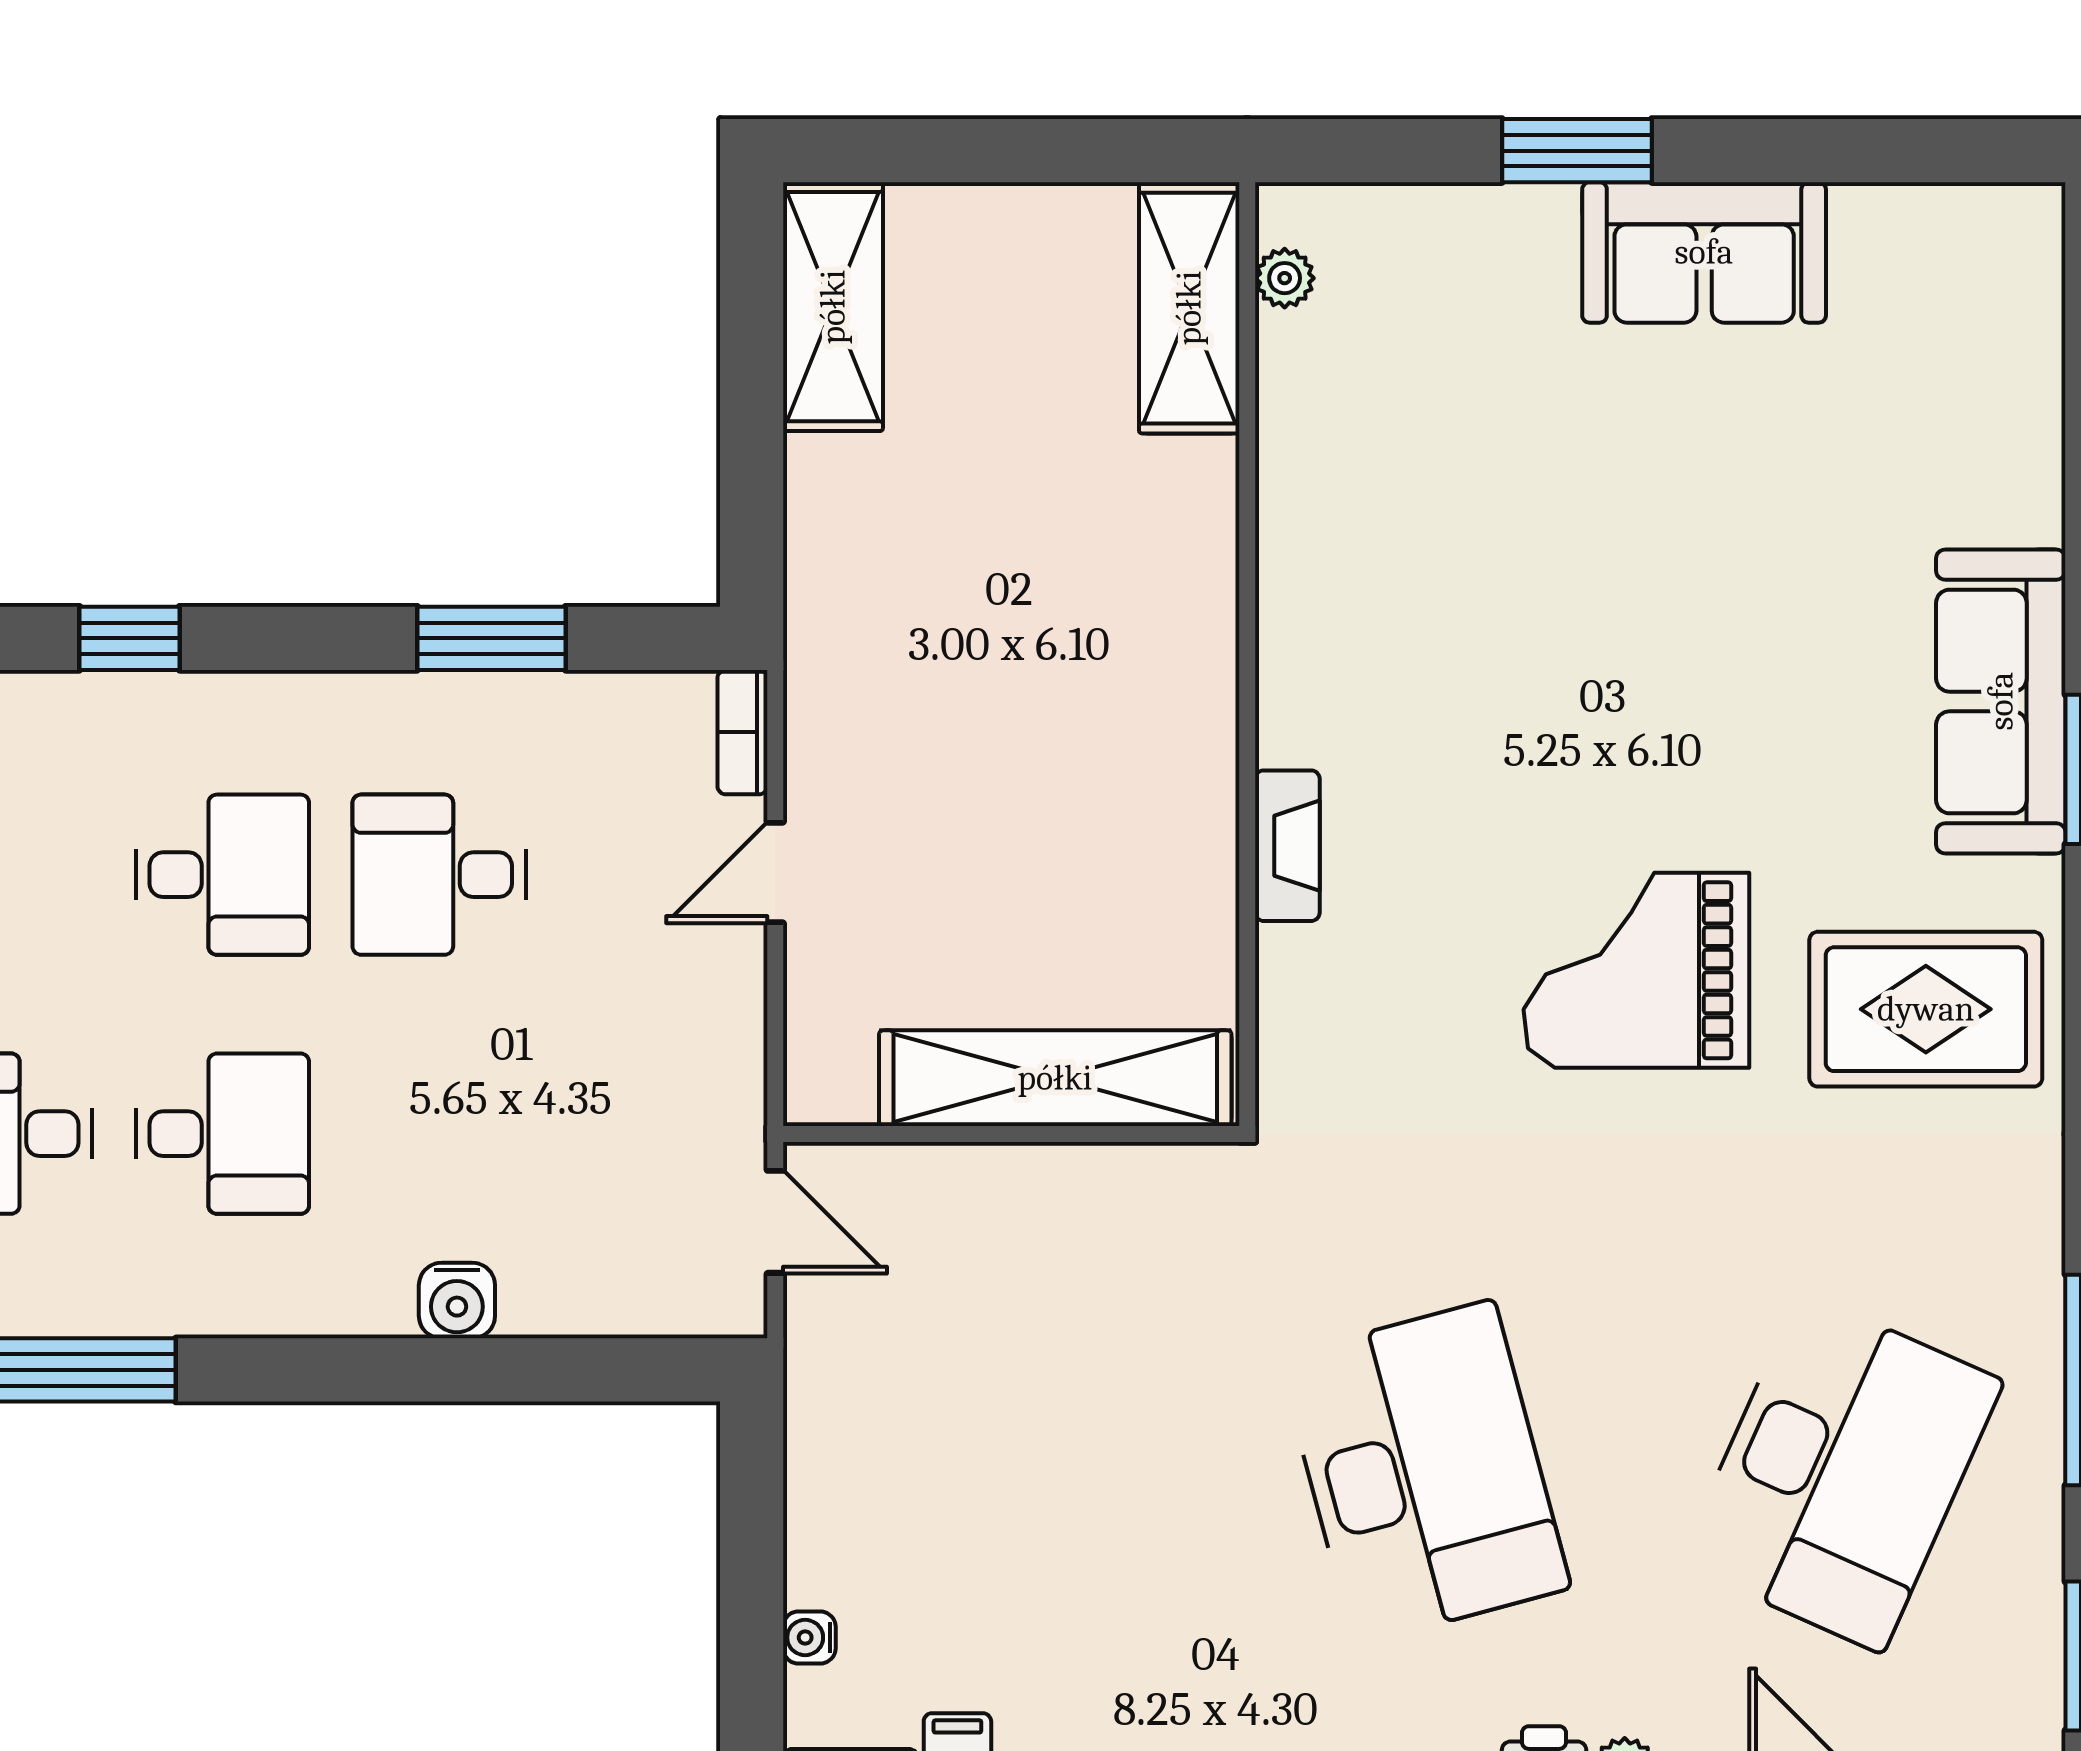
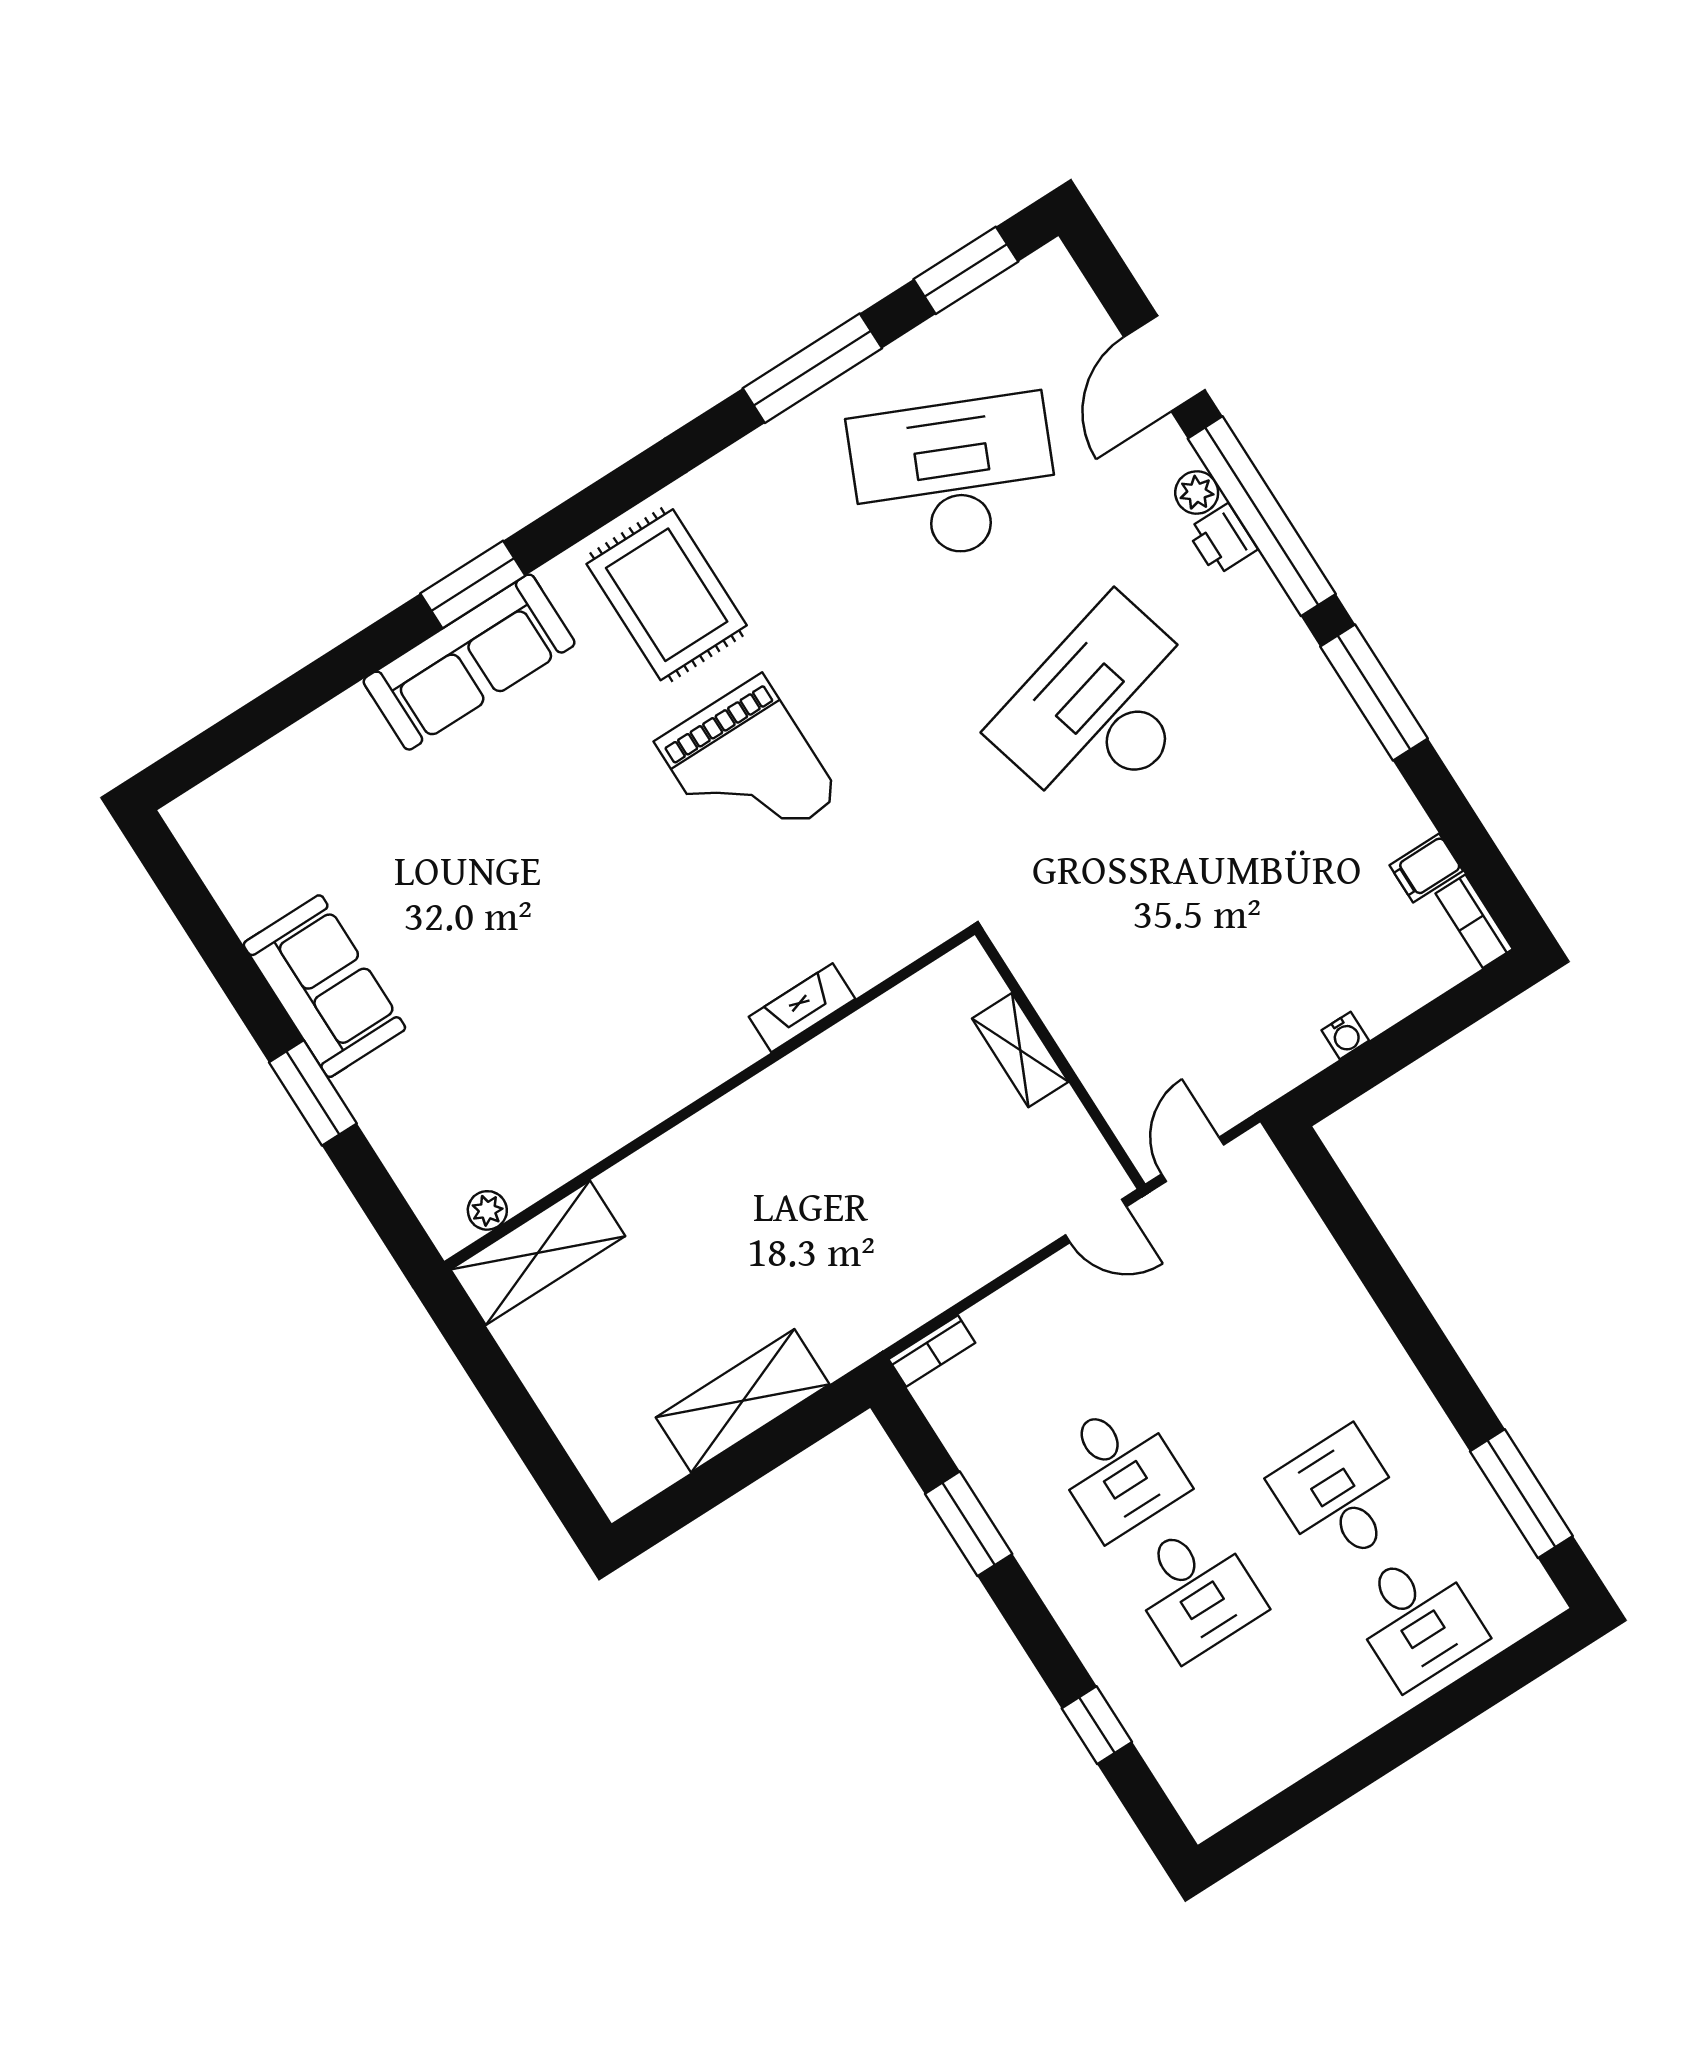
shelving: (833, 307) -> (743, 1401), moved
door: (775, 873) -> (1096, 1221), moved
desk: (222, 875) -> (1195, 1590), turned 180
shelving: (1055, 1078) -> (1020, 1050), width x0.45, depth x0.75
water cooler: (457, 1301) -> (1349, 1308), removed
water cooler: (809, 1637) -> (1345, 1035), moved

